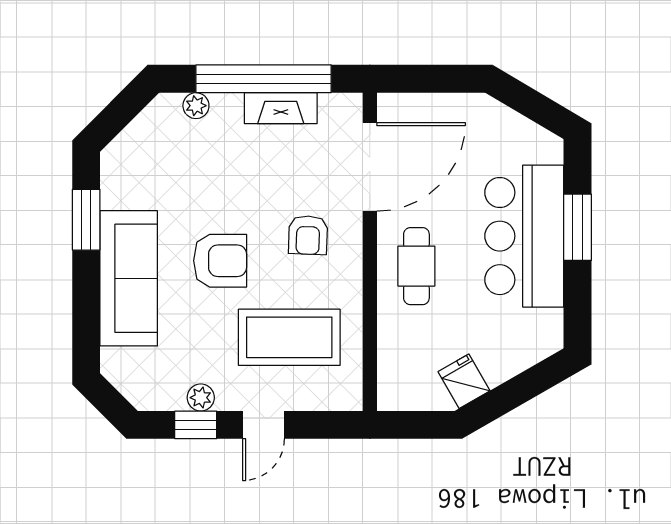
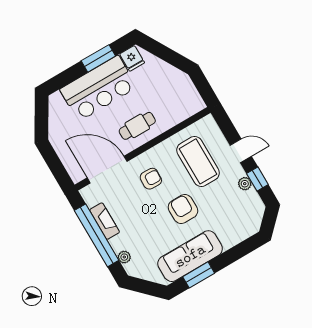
window: (578, 227) -> (98, 58), moved
sofa: (129, 278) -> (190, 256), moved
fridge: (464, 381) -> (132, 58), moved, turned -60

